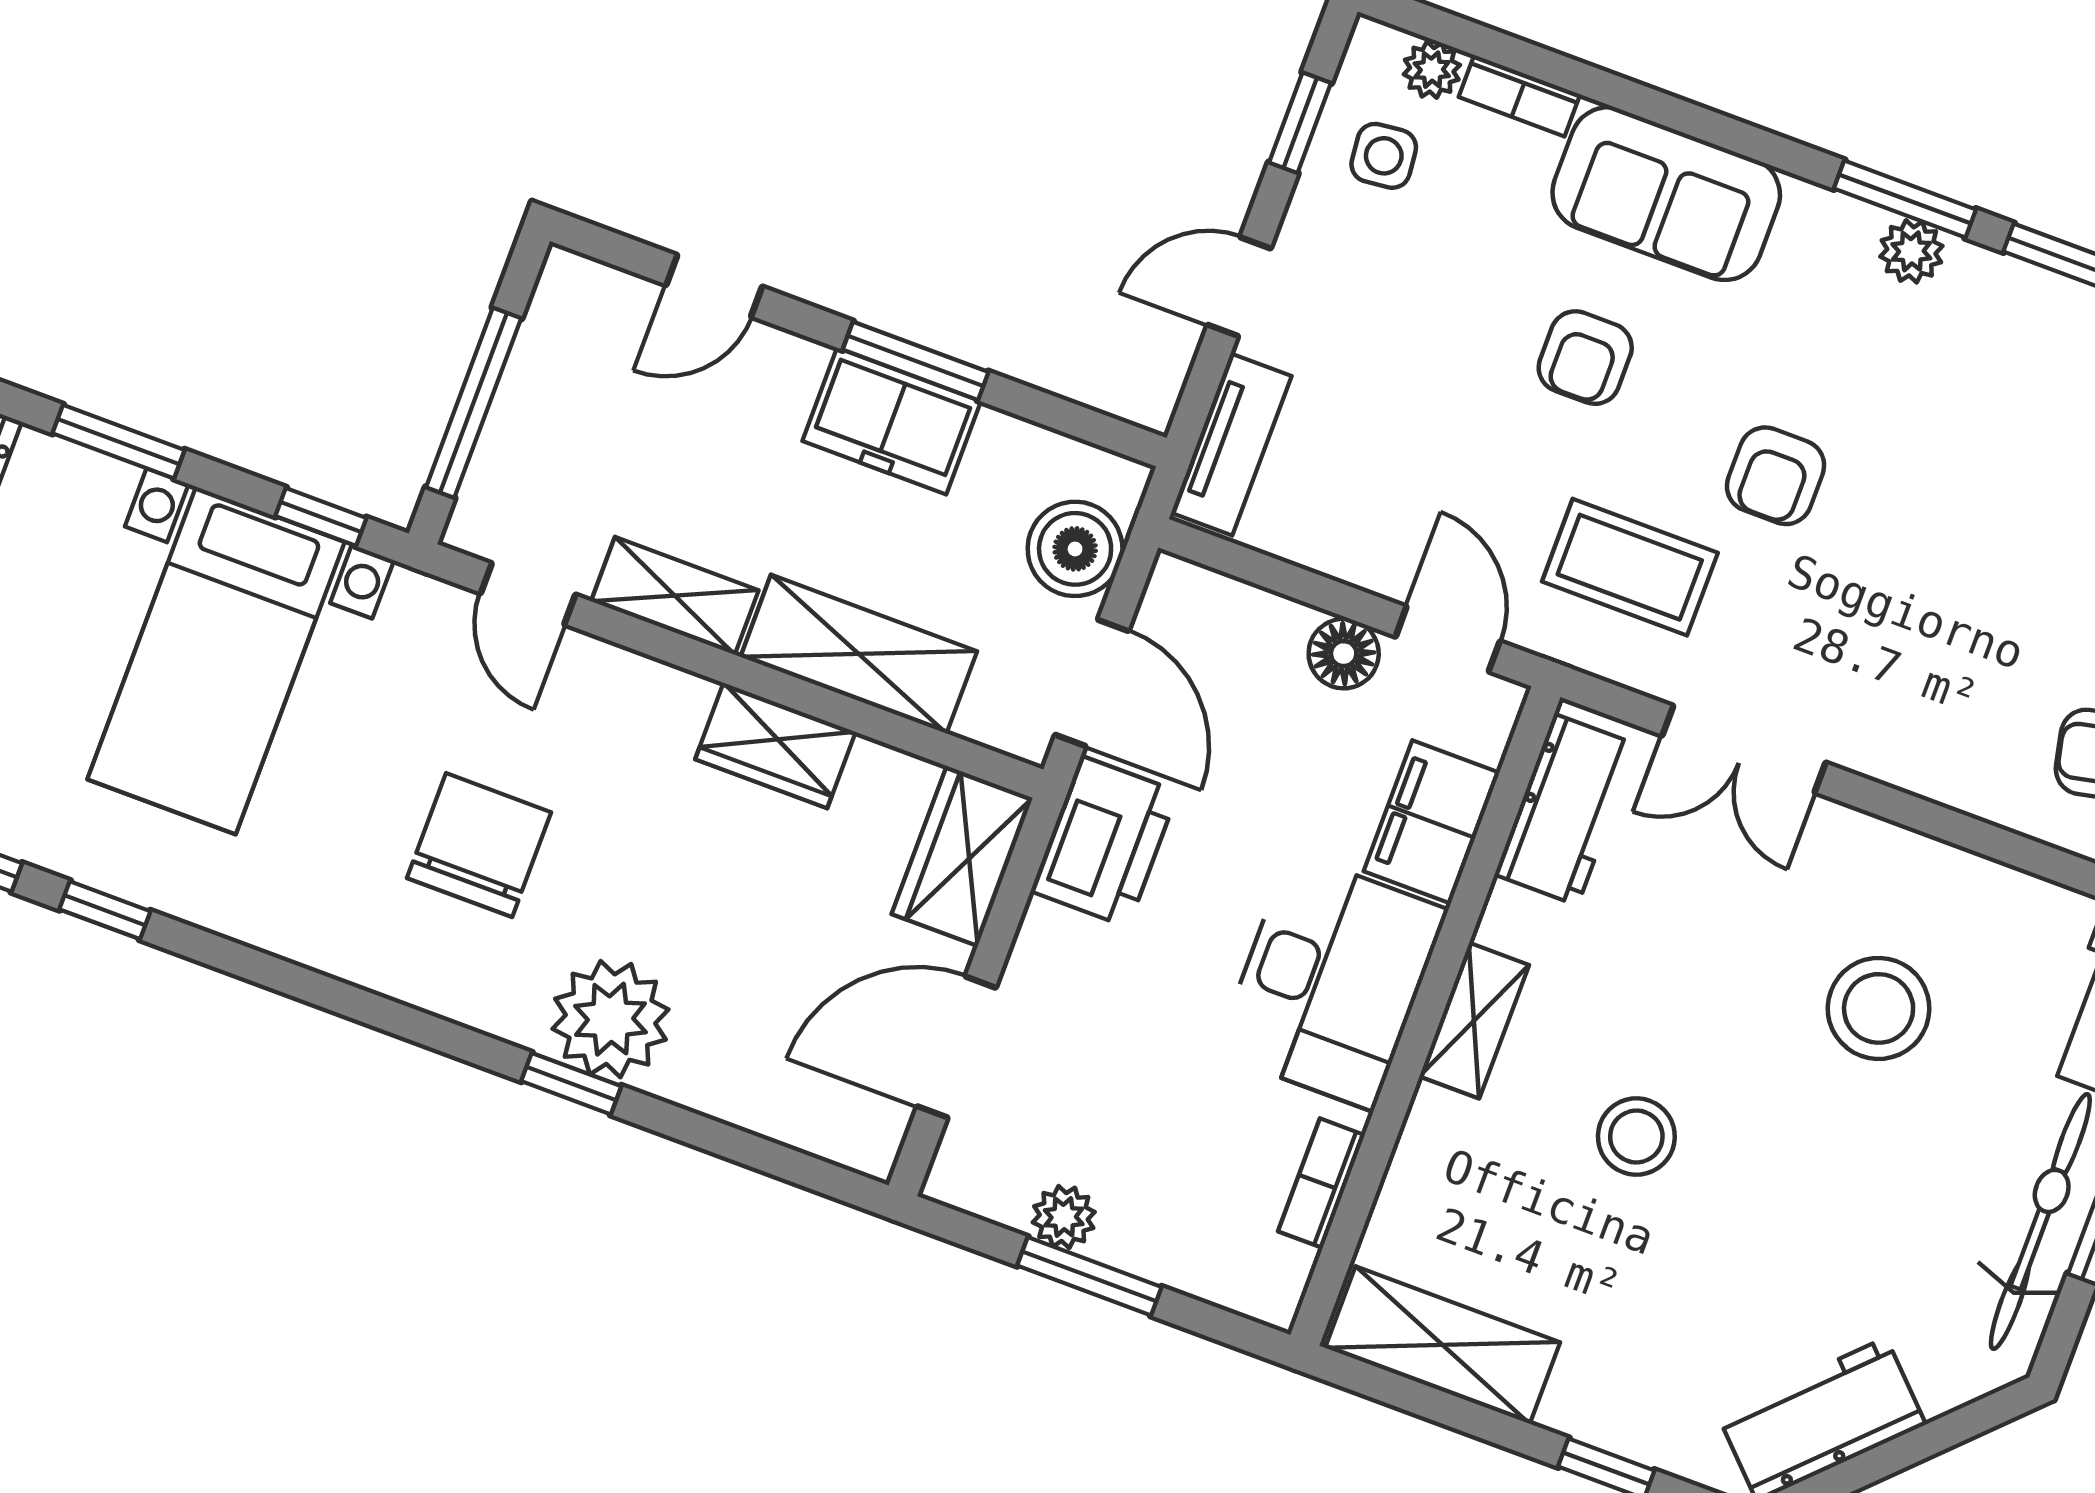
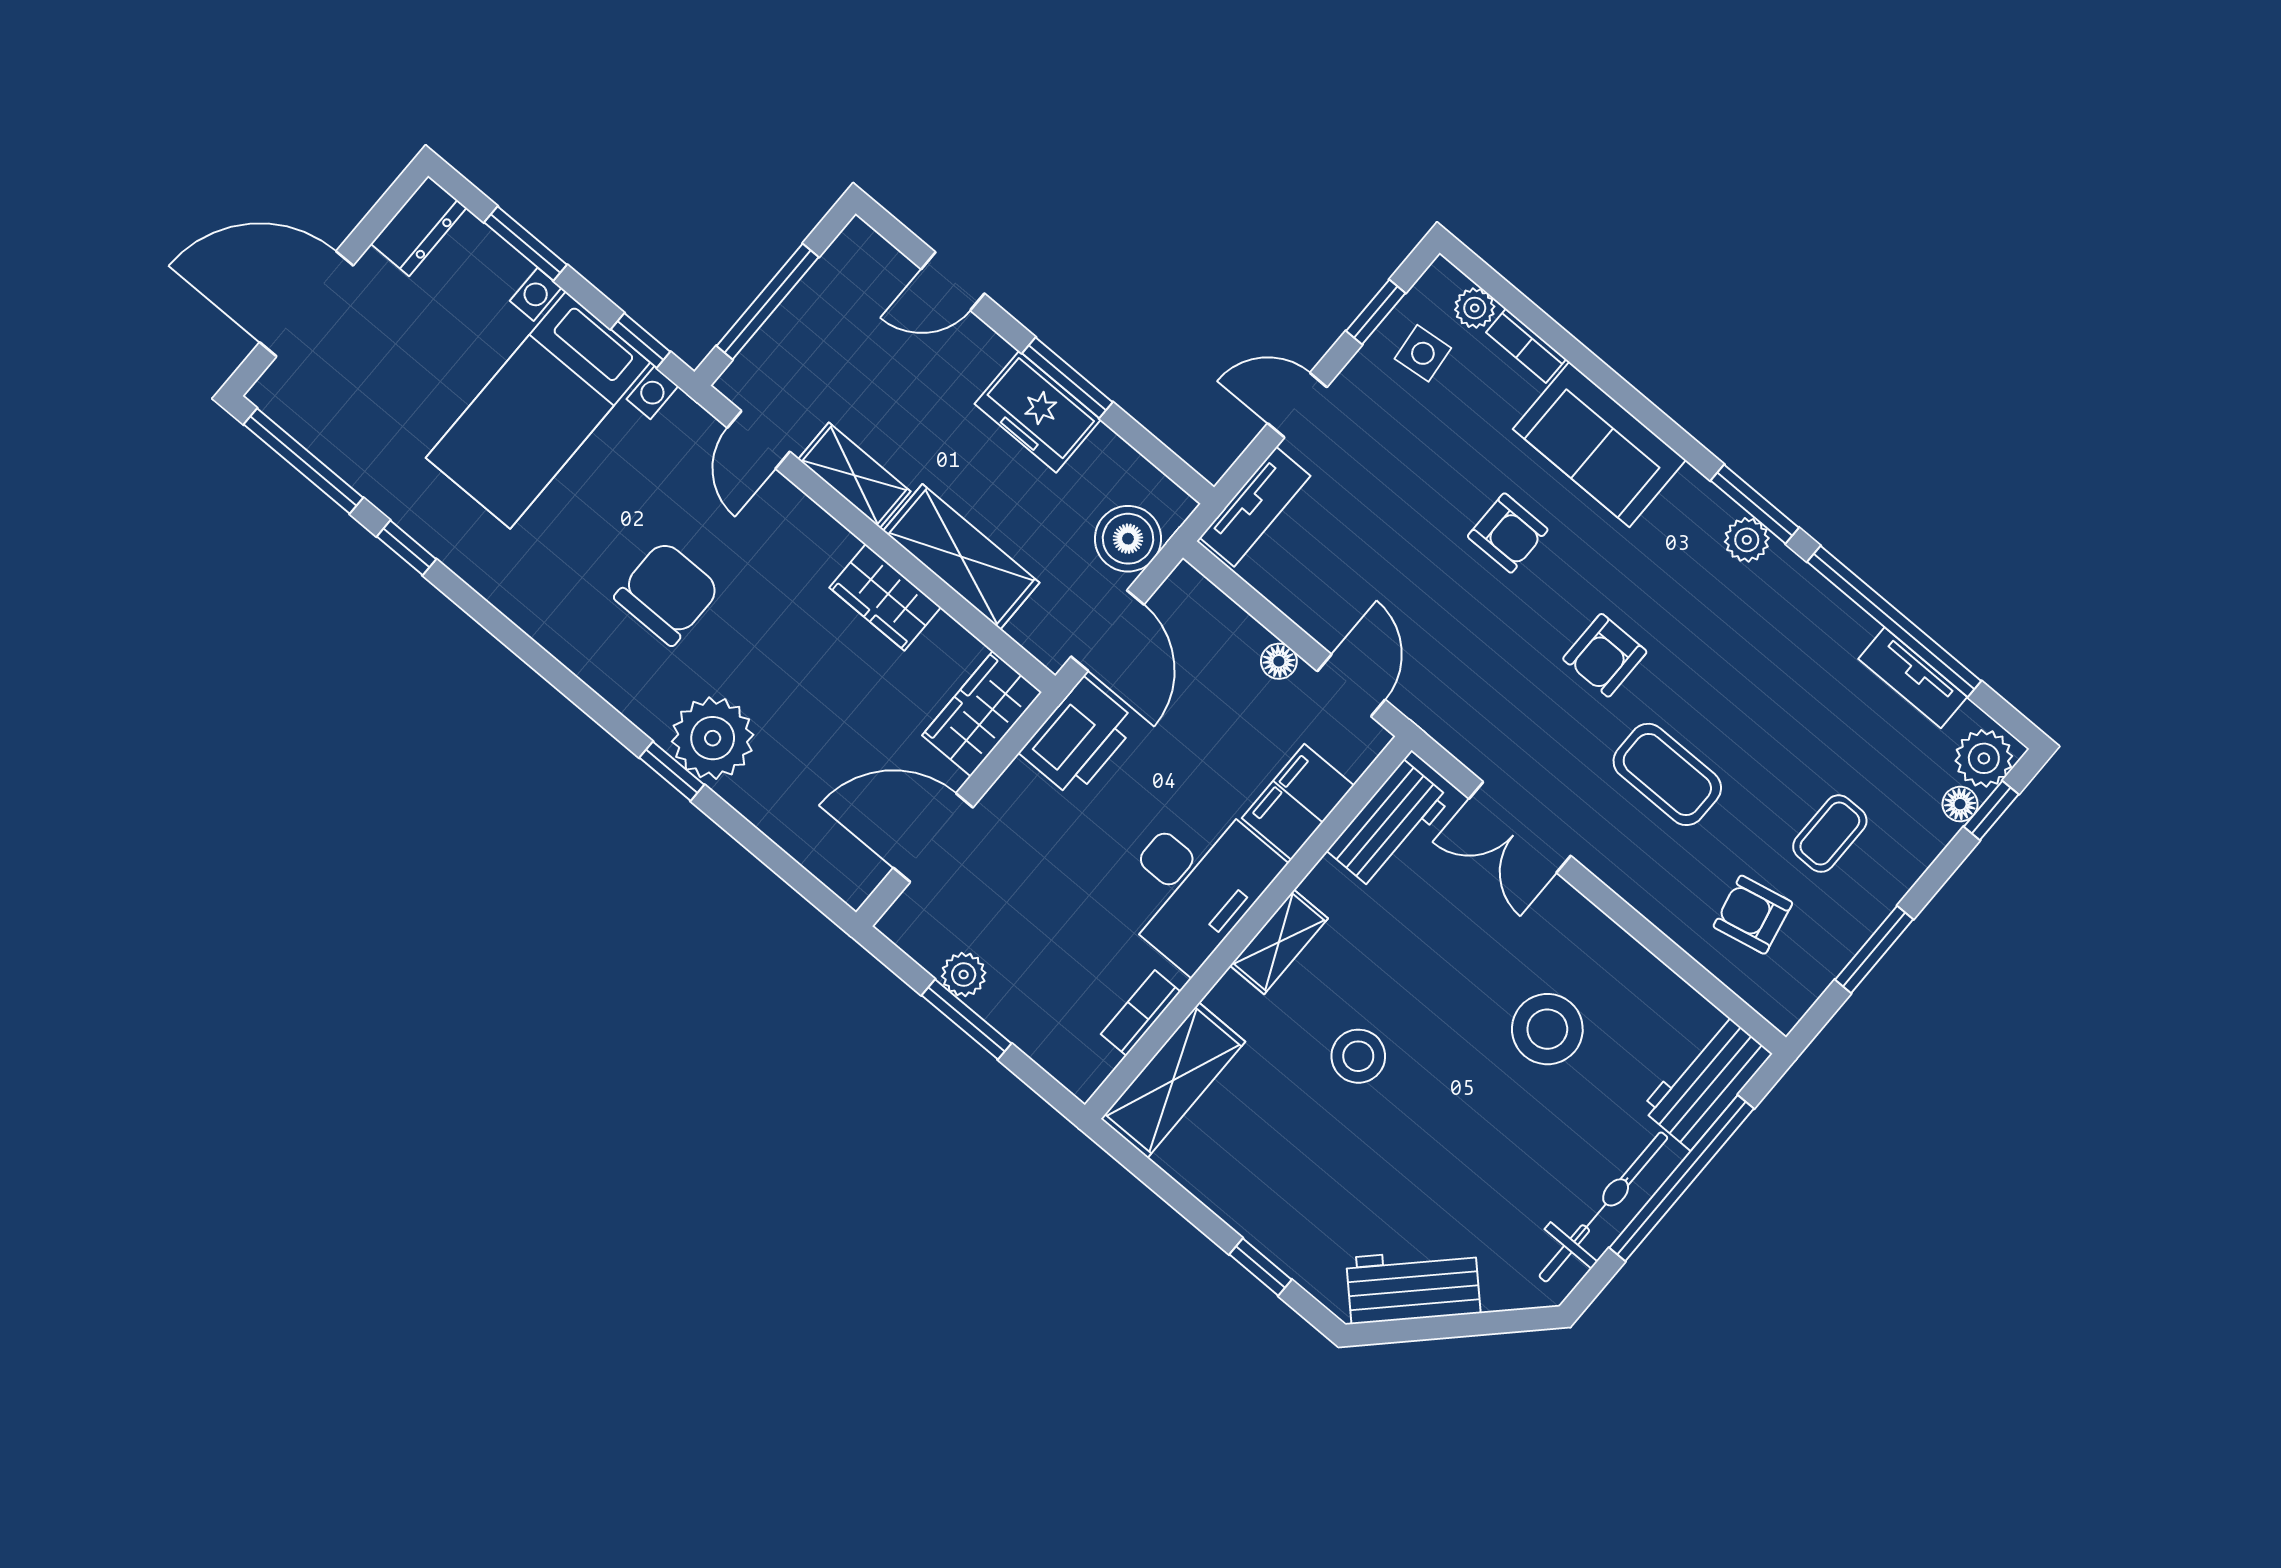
armchair: (1585, 358) -> (1508, 533), turned -90
coffee table: (1630, 567) -> (1667, 774), moved
floor lamp: (1344, 654) -> (1279, 661), width x0.73, depth x0.73
shelving: (1443, 1345) -> (1173, 1080), moved, turned 90

